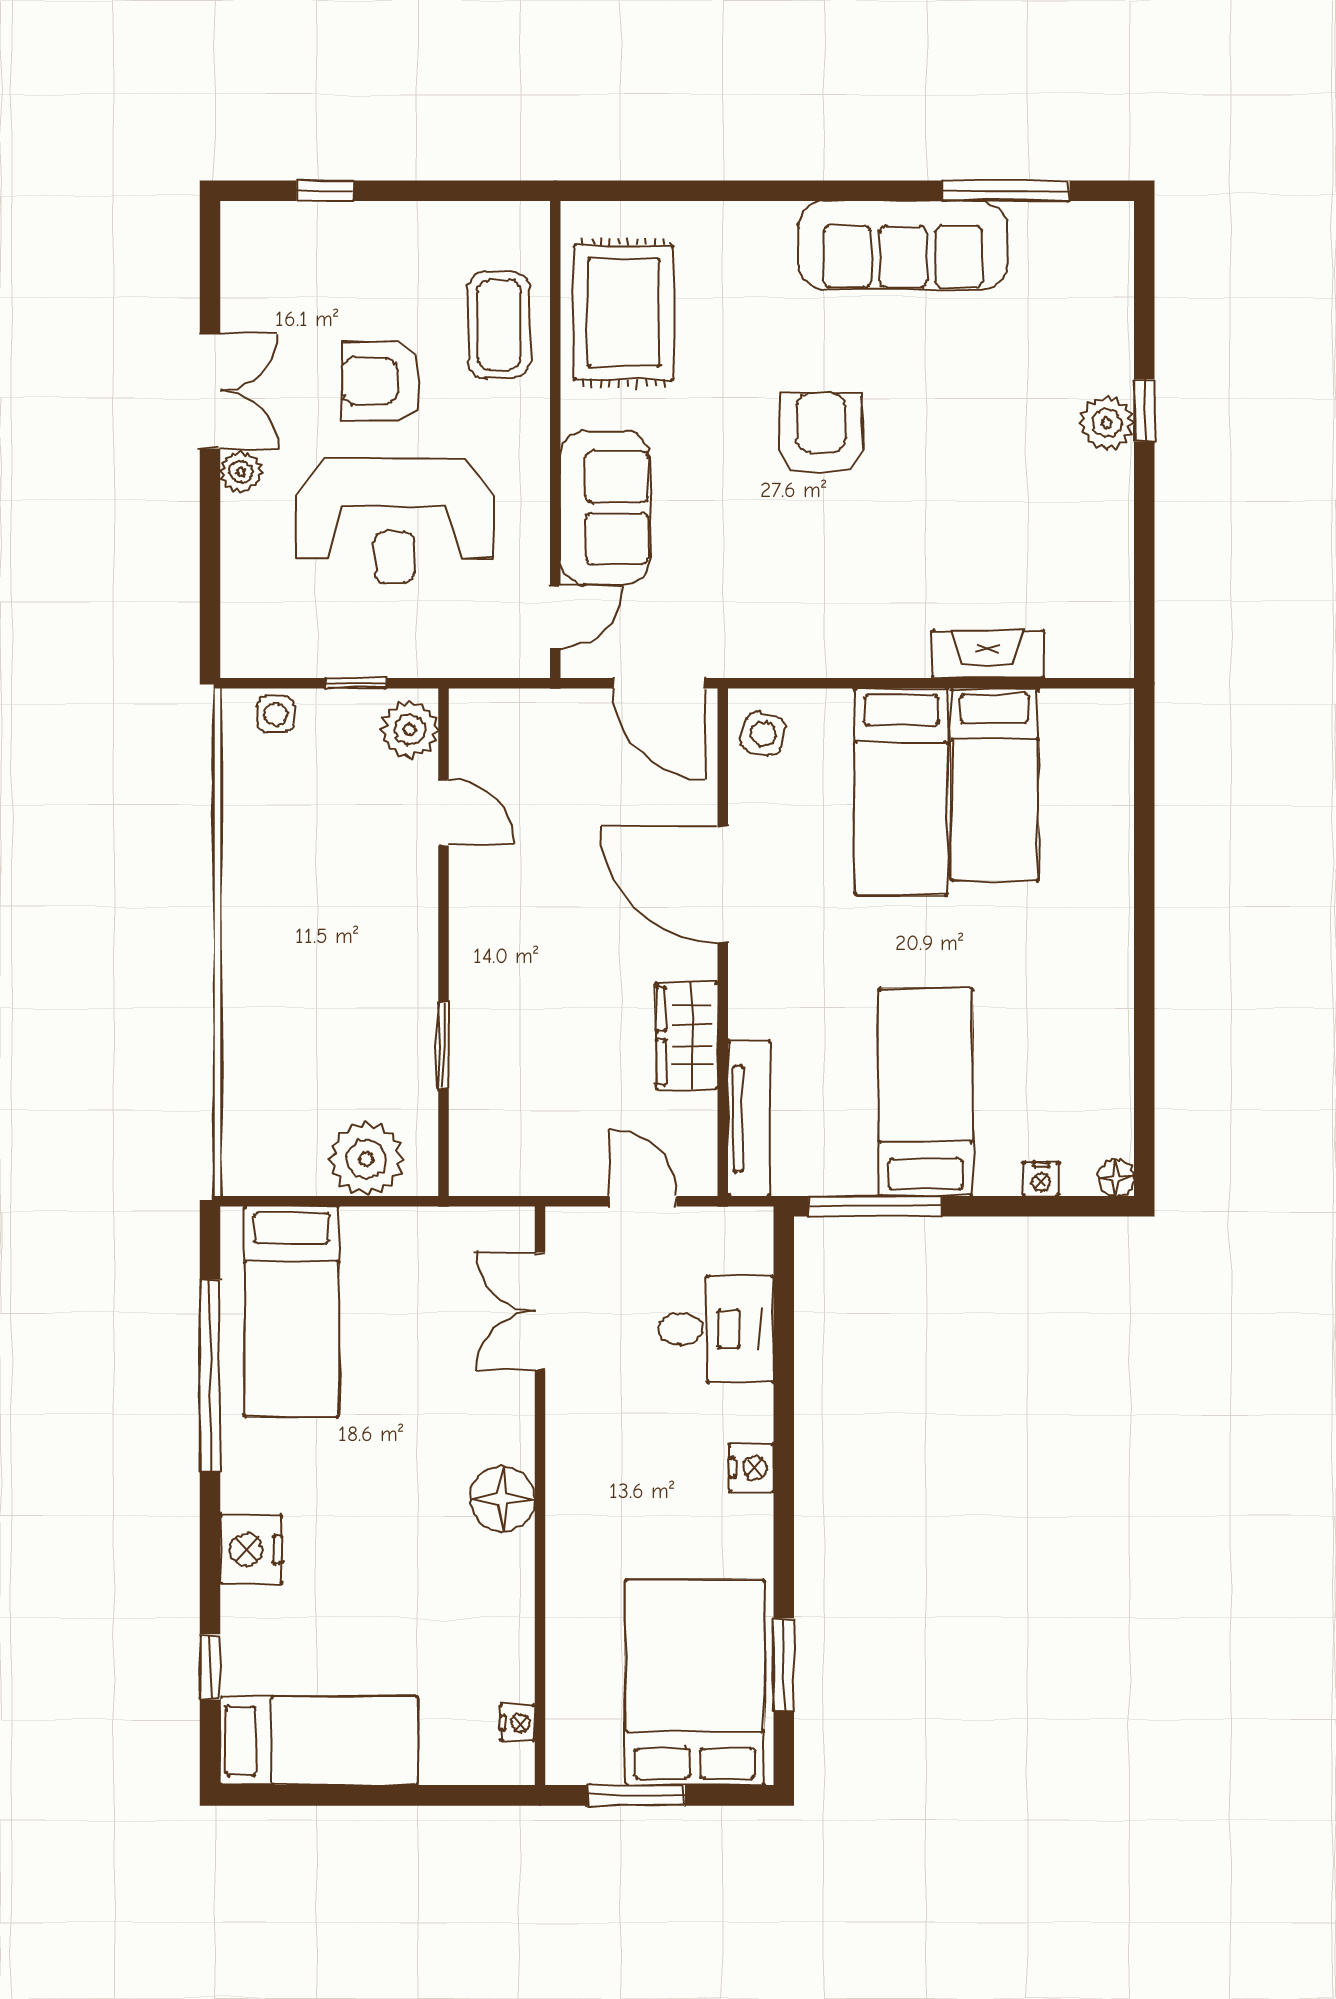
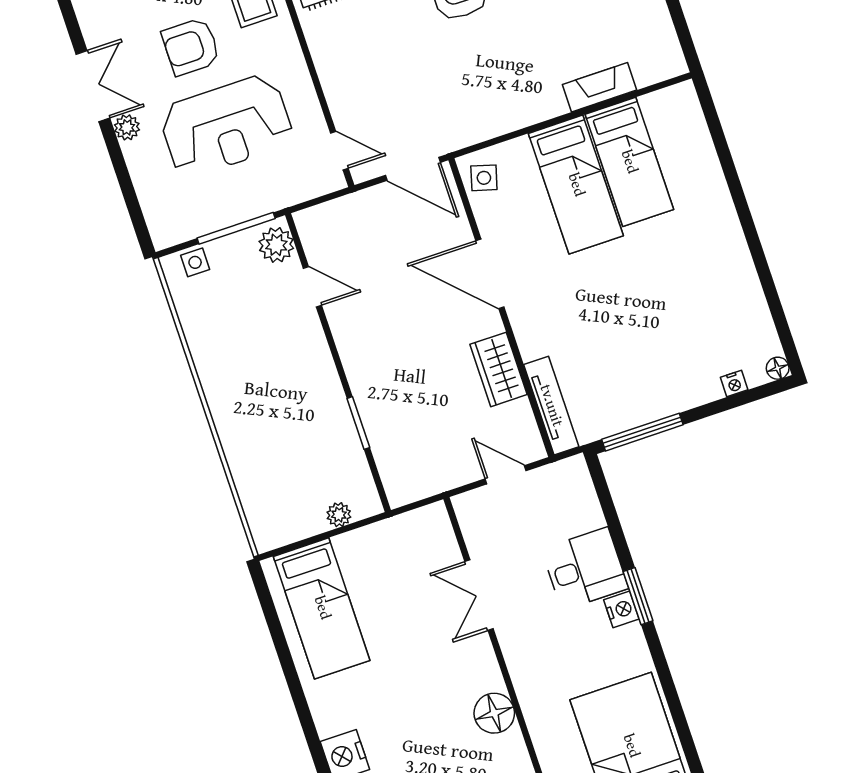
sofa: (605, 508) -> (347, 77), removed
door: (555, 617) -> (339, 151), hinge flipped
window: (356, 683) -> (236, 228), width x2.17
bed: (926, 1092) -> (649, 356), removed
plant: (366, 1159) -> (339, 515), width x0.53, depth x0.53
double door: (540, 1311) -> (479, 595), moved
desk: (716, 1329) -> (585, 569), moved
window: (210, 1376) -> (287, 662), removed
floor lamp: (502, 1499) -> (494, 713), moved
window: (784, 1665) -> (638, 596), moved

